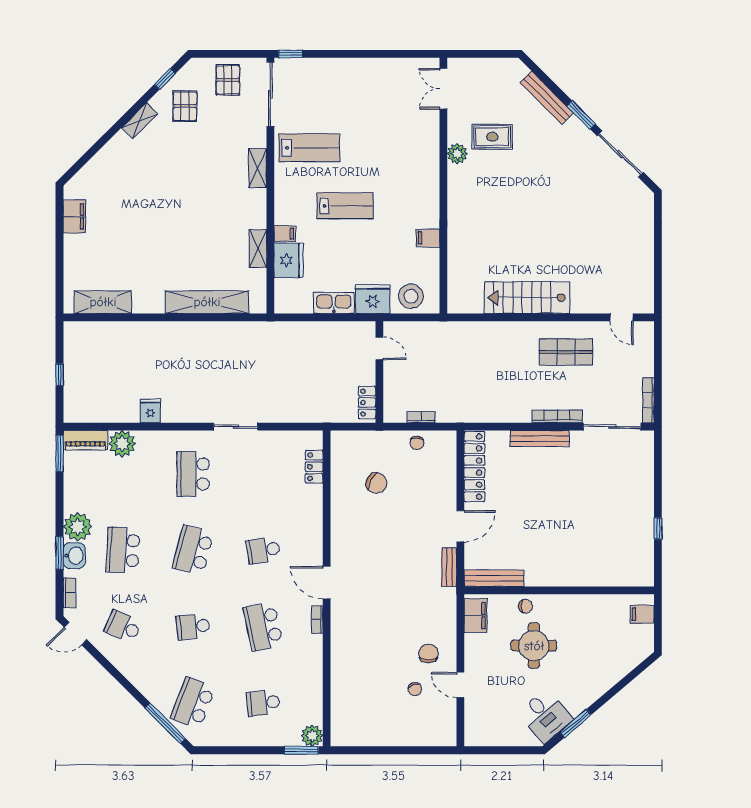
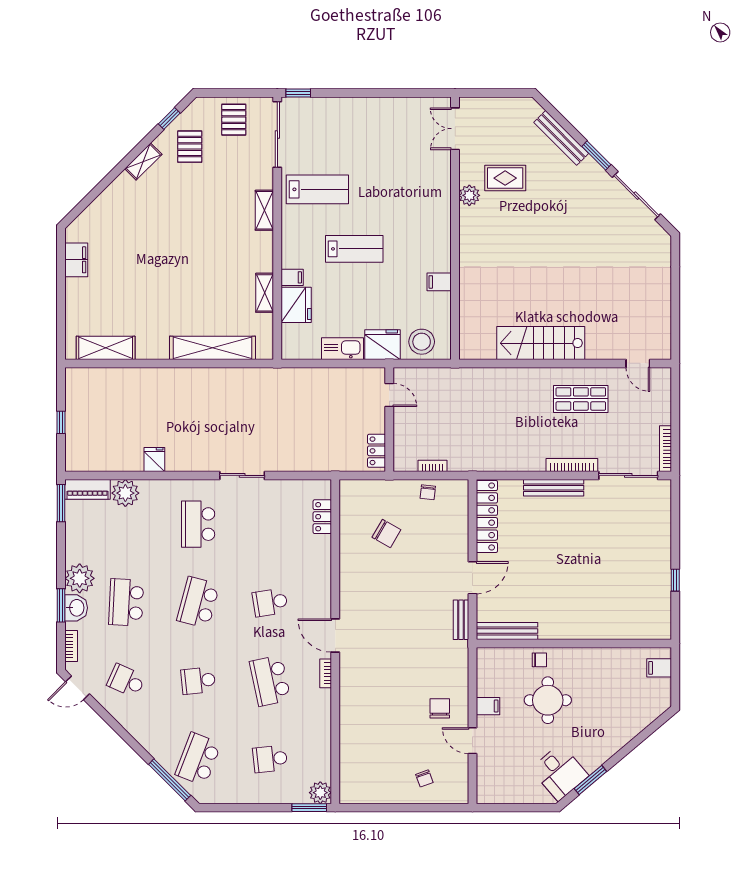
filing cabinet: (475, 616) -> (488, 706), moved, width x0.50
chair: (415, 689) -> (424, 778), moved

